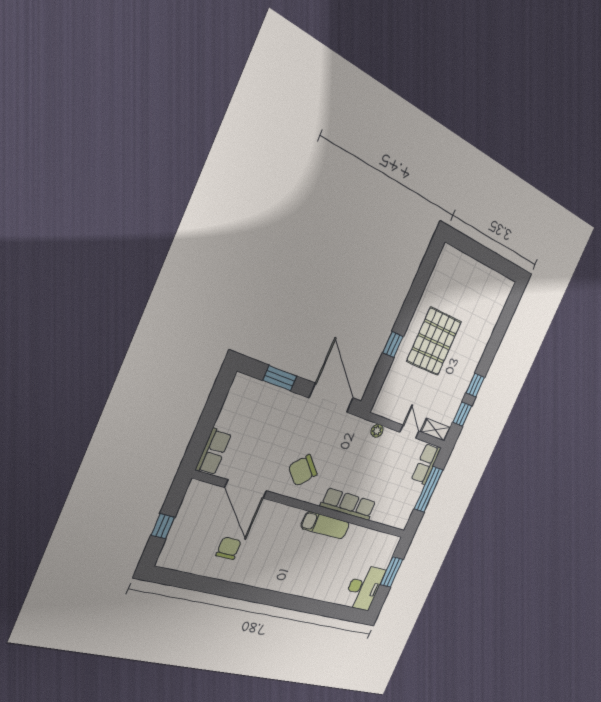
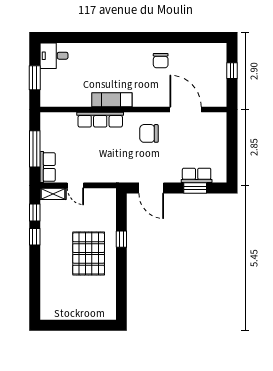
door: (331, 398) -> (151, 188), width x0.73
plant: (377, 431) -> (103, 178), removed
row of seats: (213, 452) -> (197, 175), moved, turned 90
chair: (303, 470) -> (149, 133), turned -134
chair: (229, 548) -> (161, 61), moved
desk: (364, 588) -> (54, 56), width x0.73

